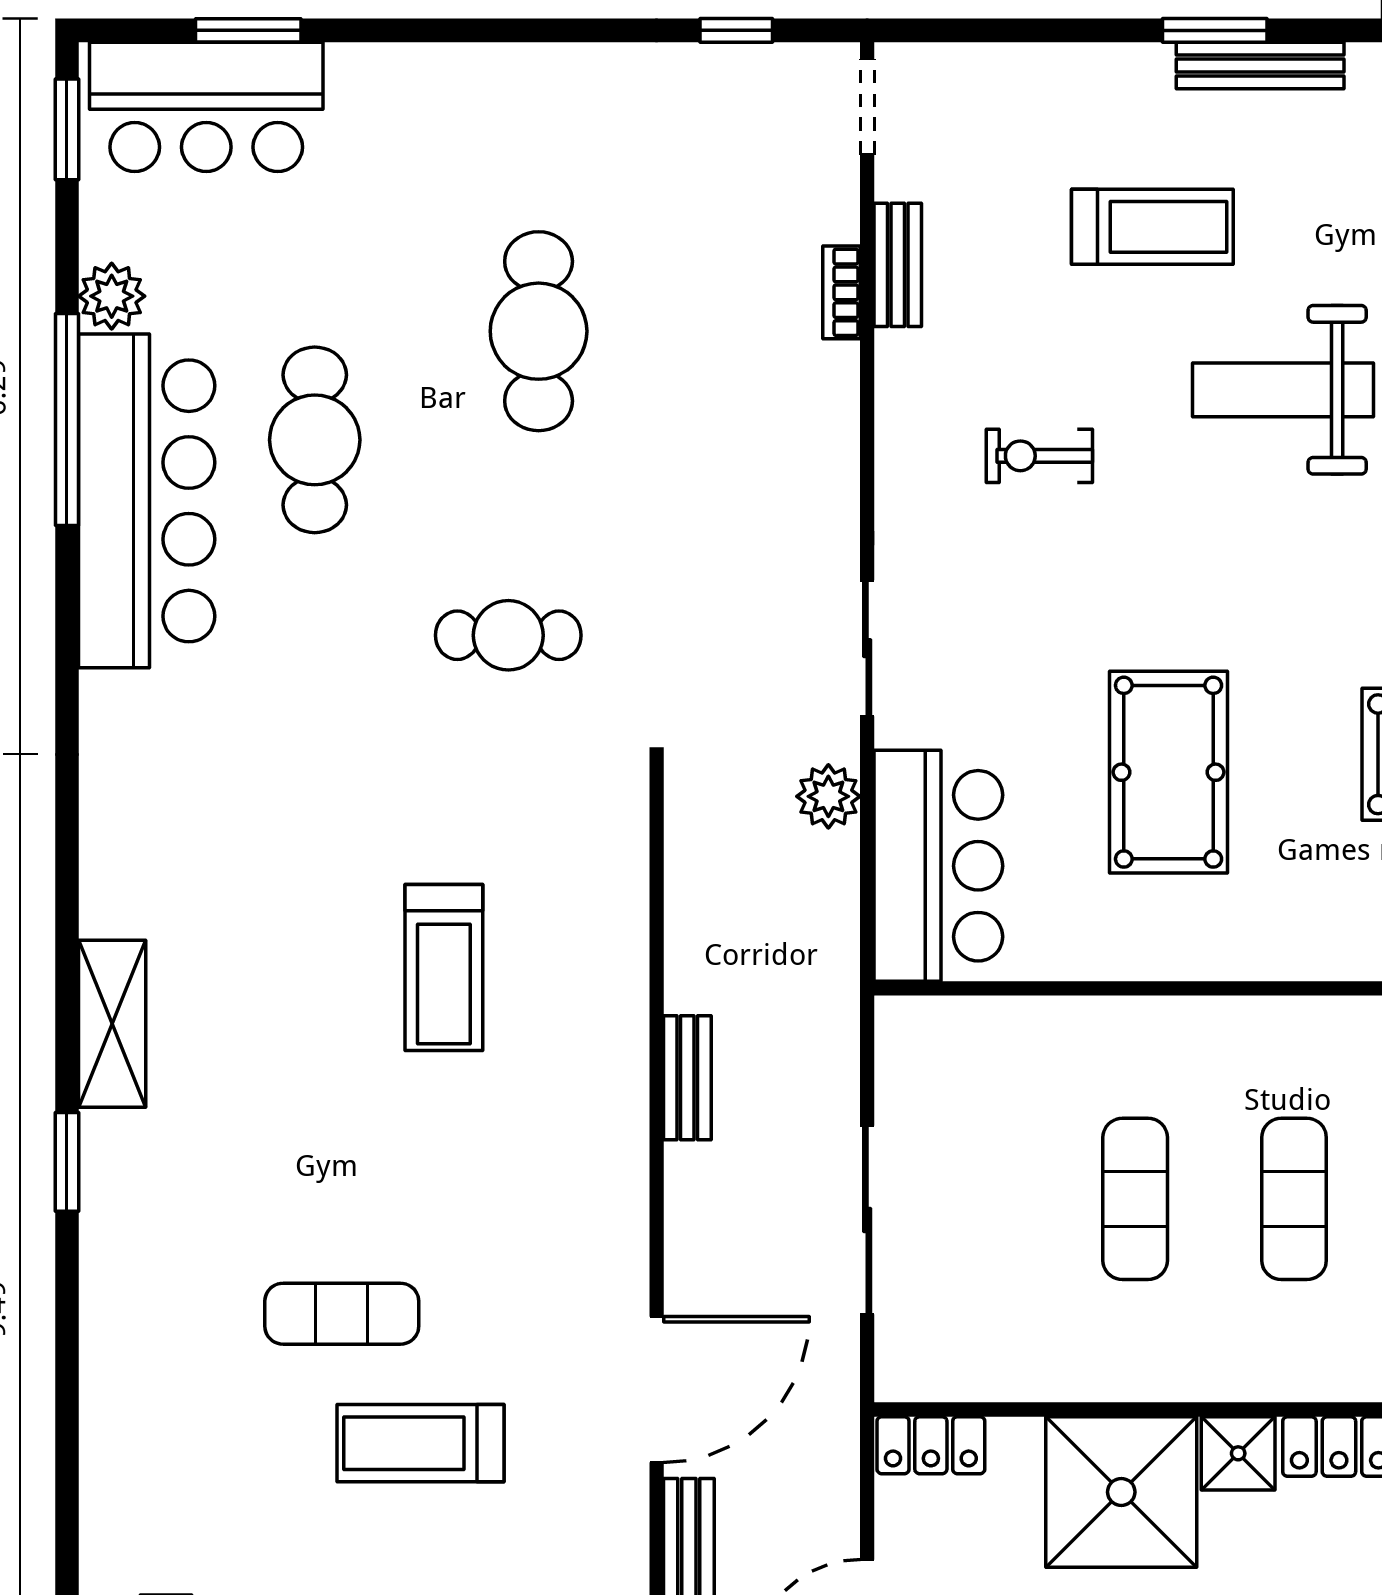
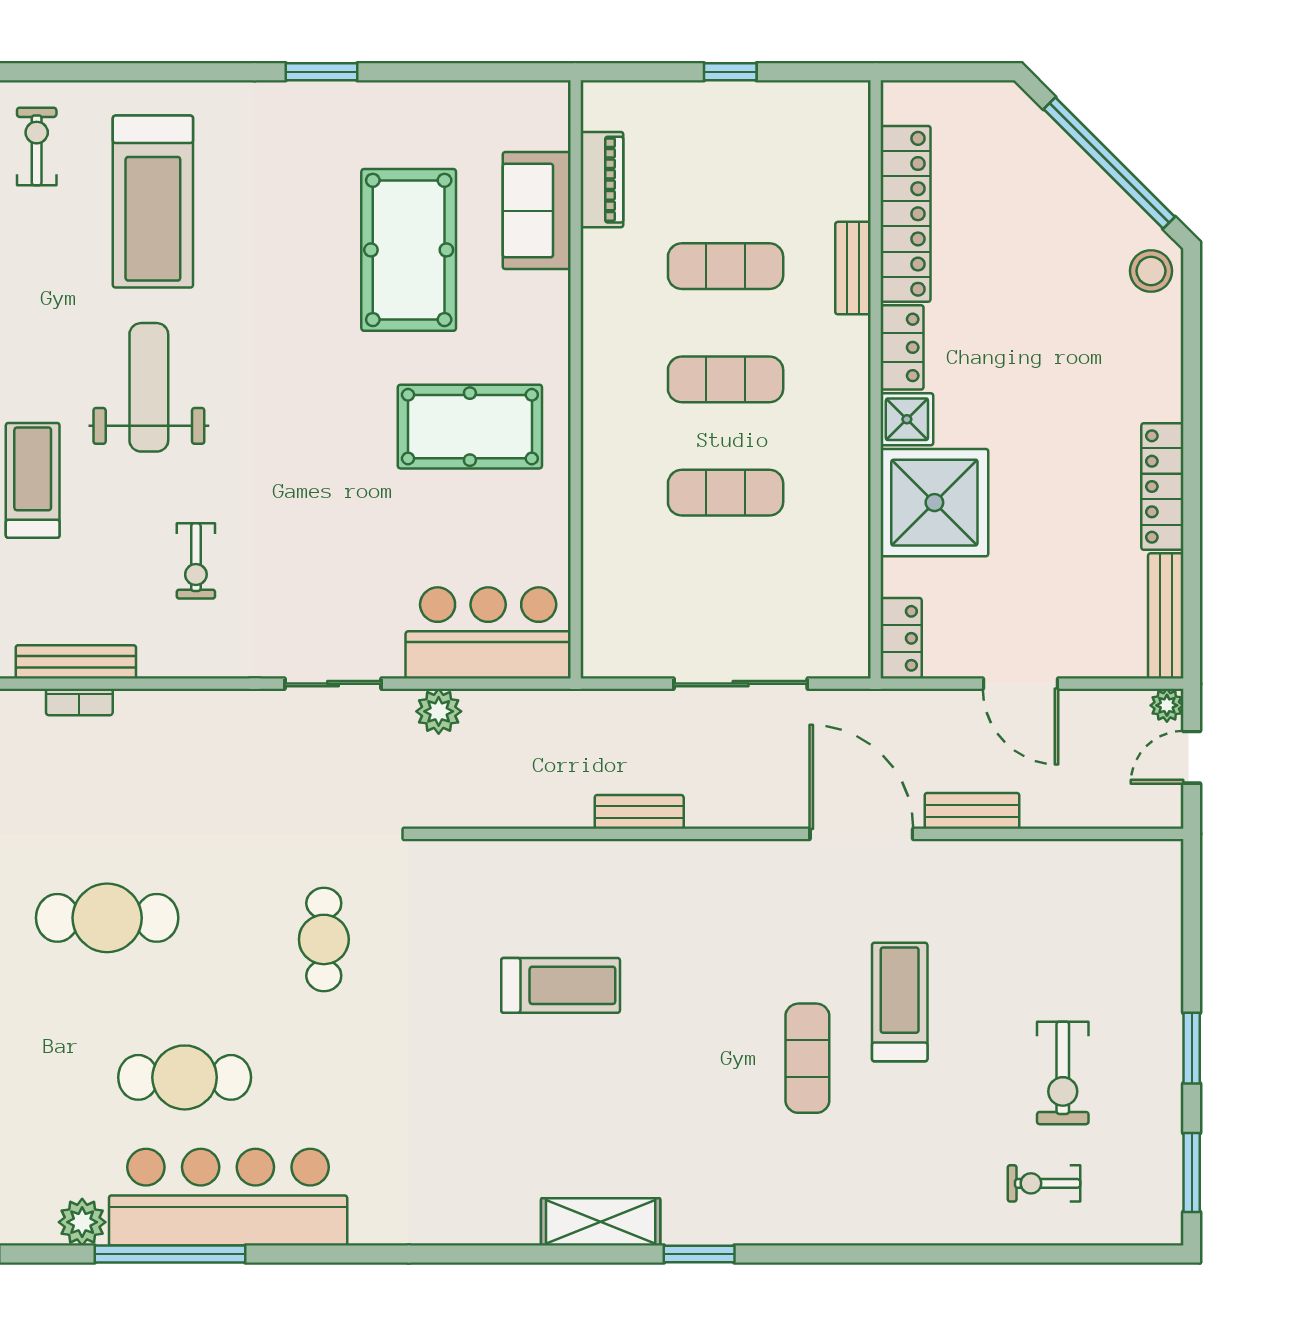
bench: (898, 265) -> (76, 662), width x1.36
weight bench: (1283, 390) -> (149, 387), turned 180
pool table: (1169, 772) -> (470, 427), moved
treadmill: (421, 1443) -> (900, 1002), turned 180

